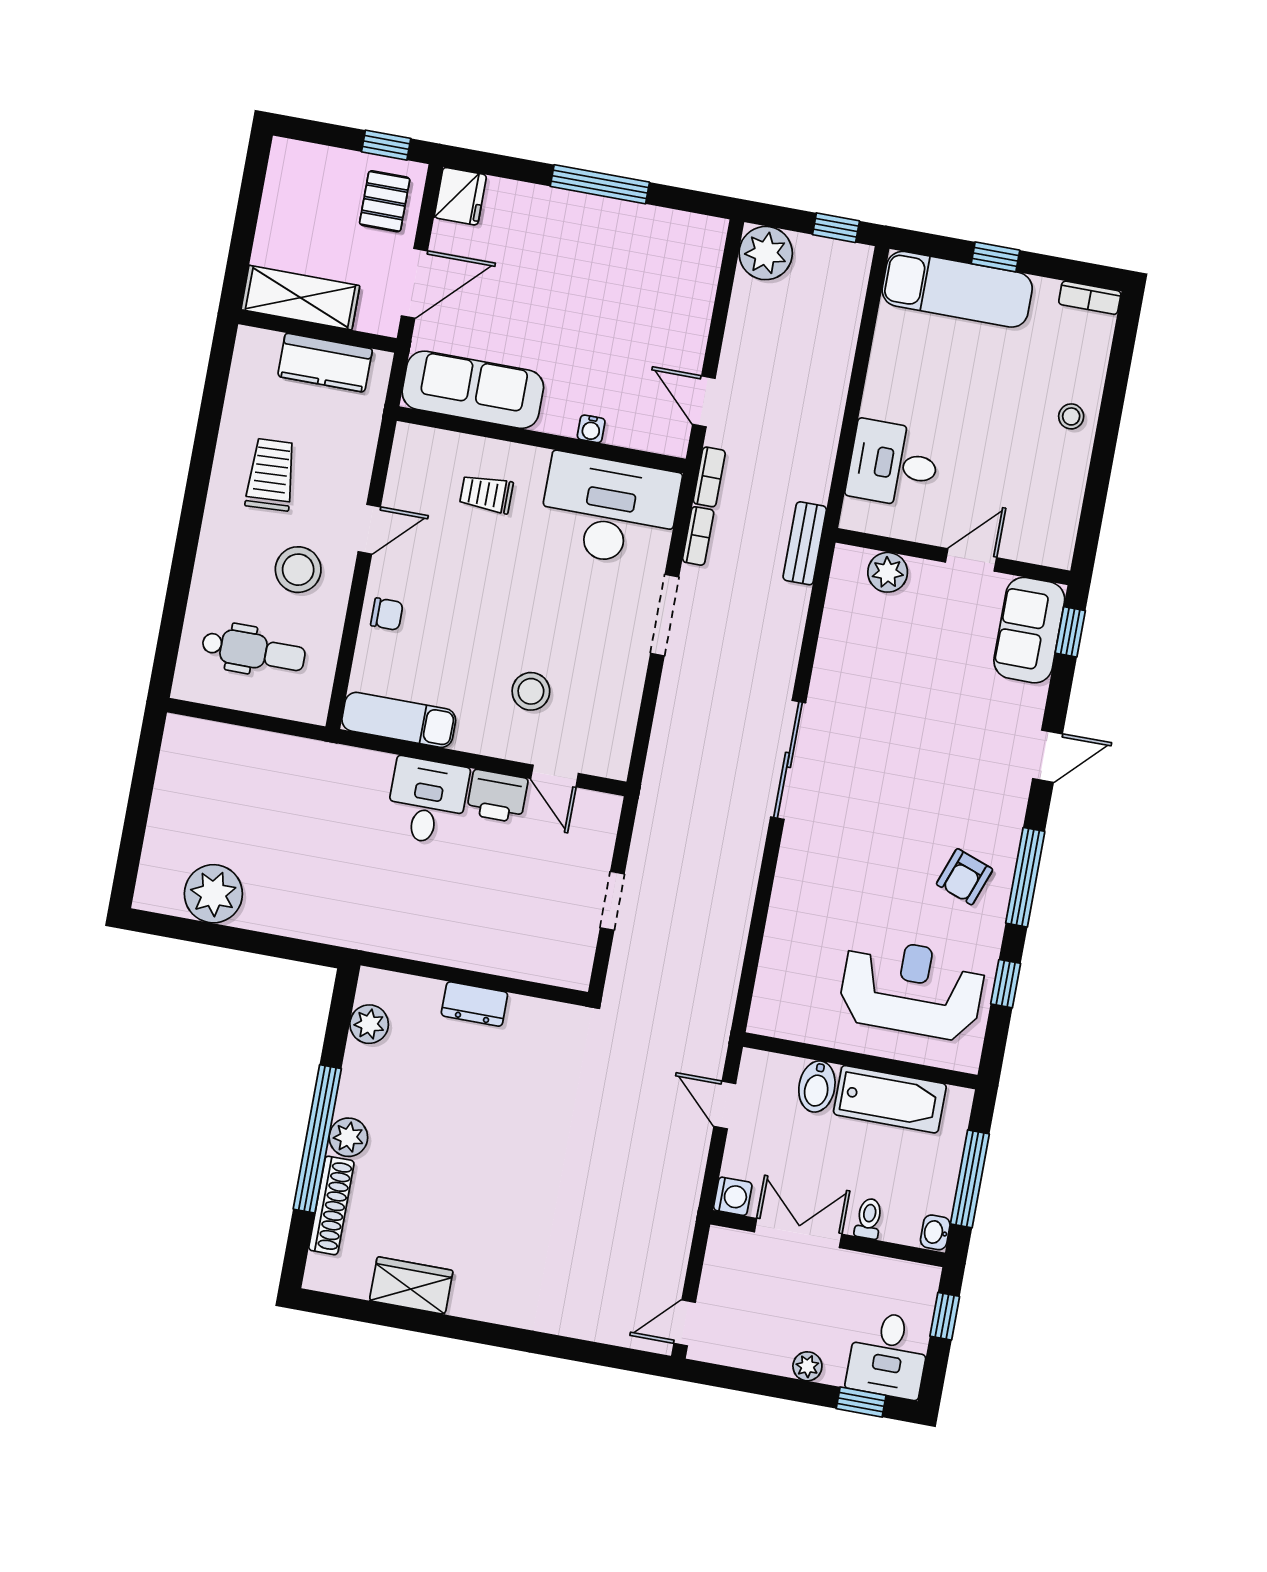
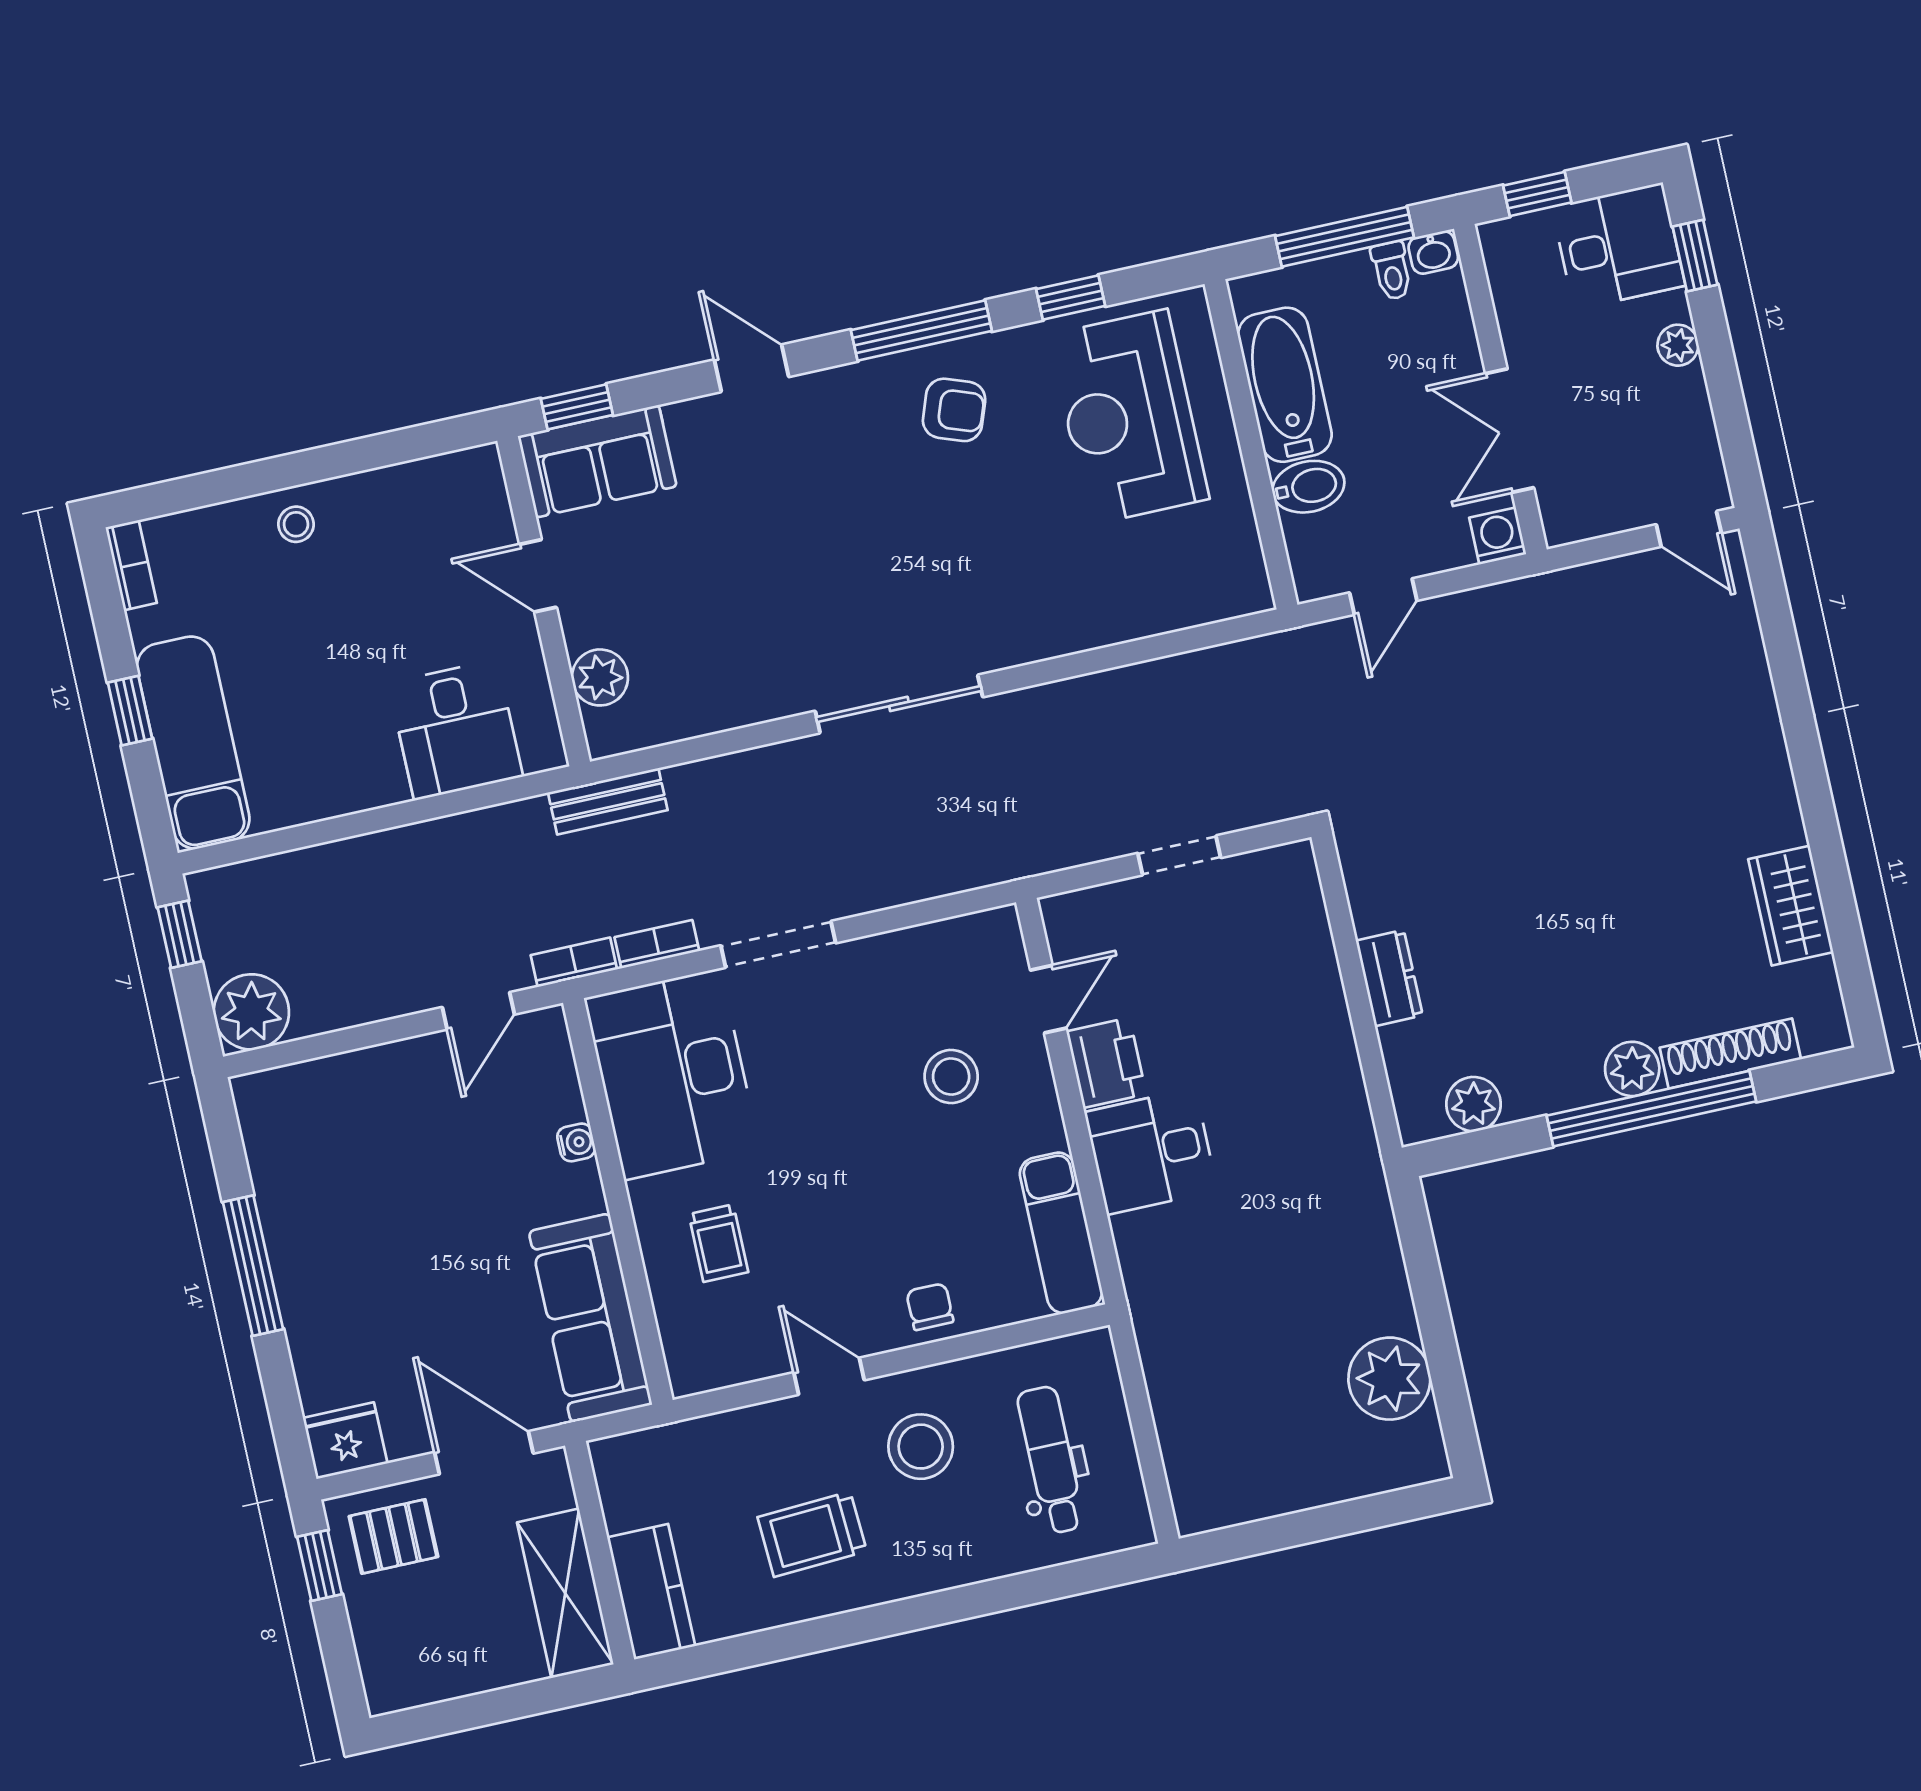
kitchen counter: (325, 363) -> (651, 1592), moved
toilet: (869, 1219) -> (1392, 271), moved, turned -90

